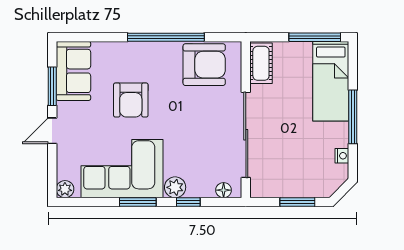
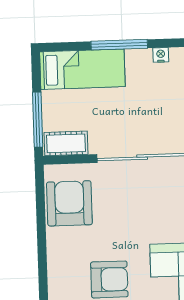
window: (166, 37) -> (42, 245), removed
window: (315, 37) -> (38, 120), moved

